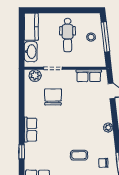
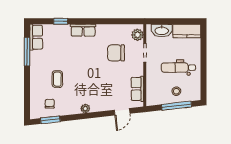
chair: (53, 97) -> (116, 53), turned 180

